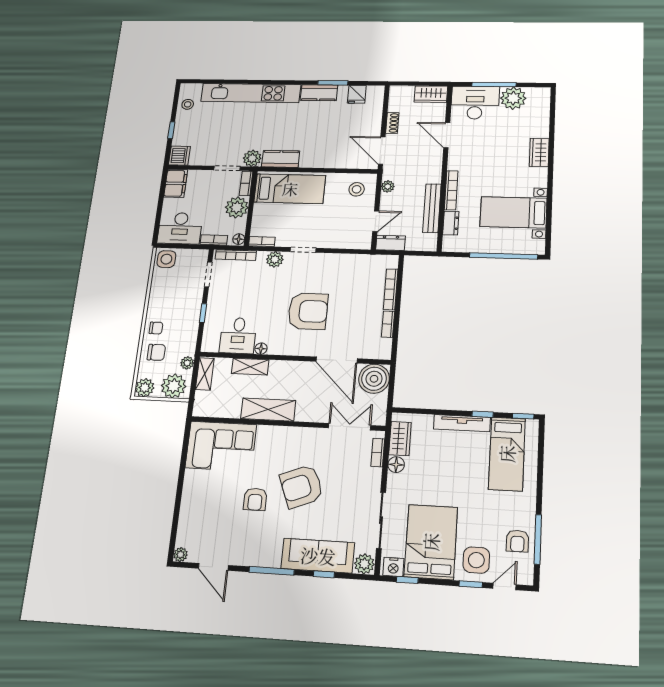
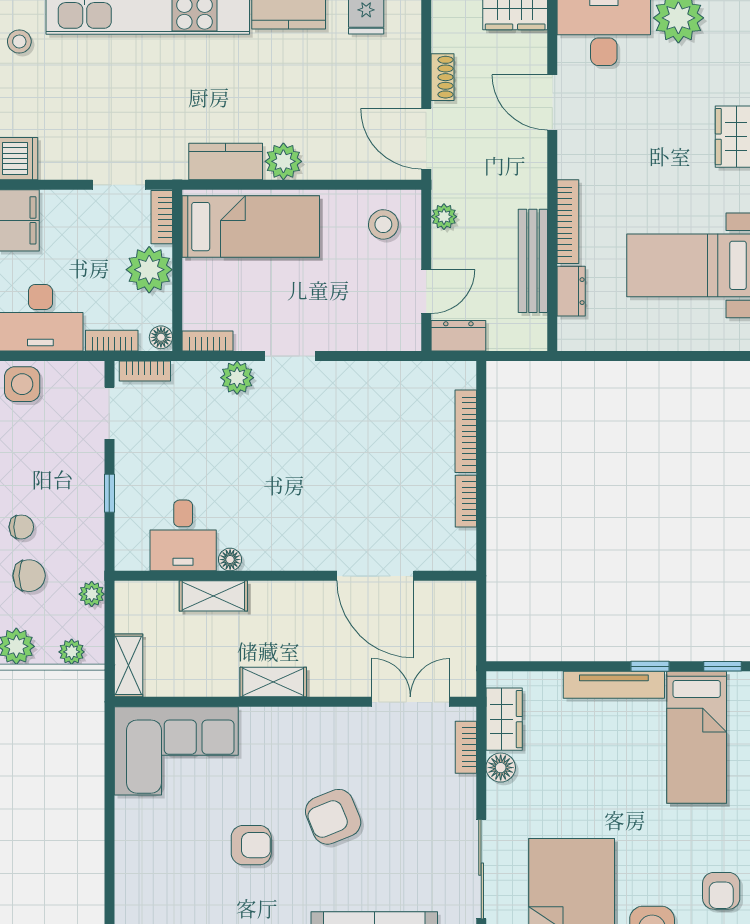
plant: (252, 158) -> (283, 161), moved
bookcase: (236, 255) -> (145, 371), width x0.64
window: (504, 256) -> (674, 356), removed
armchair: (308, 311) -> (312, 481), removed
shelving: (205, 374) -> (128, 665), moved
boiler: (374, 379) -> (448, 609), removed
plant: (174, 386) -> (72, 652), width x0.53, depth x0.53
shelving: (268, 410) -> (273, 682), width x0.67, depth x0.75
armchair: (301, 486) -> (333, 817), width x0.73, depth x0.73
armchair: (255, 499) -> (251, 845), turned -90

